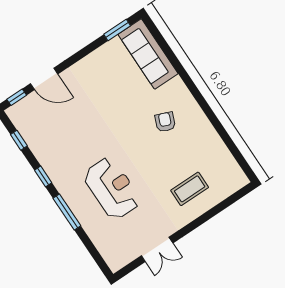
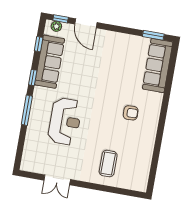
plant: (19, 108) -> (56, 26), added
armchair: (165, 122) -> (131, 113), turned 66
sofa: (45, 147) -> (50, 62), added
coffee table: (190, 189) -> (108, 164), turned 90

